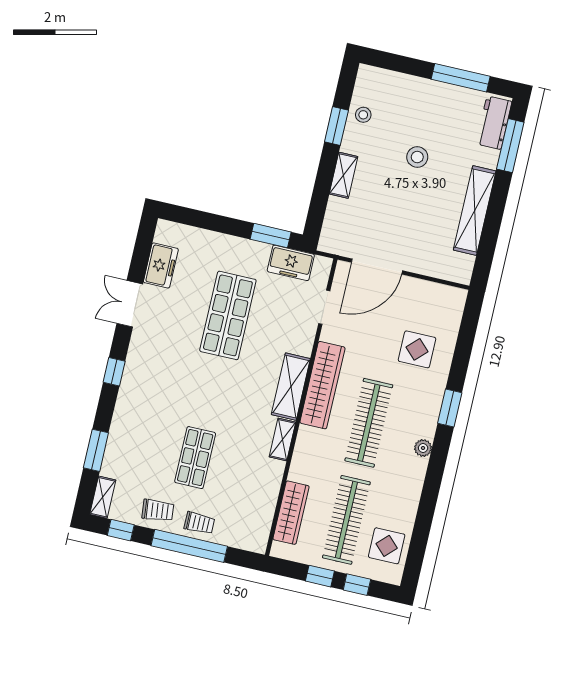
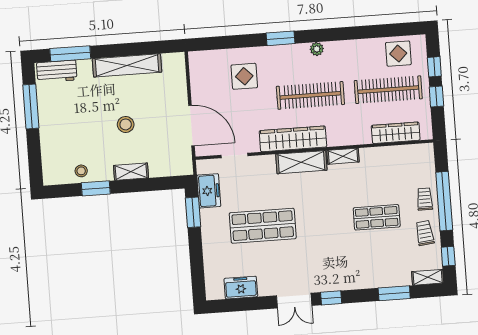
stool: (417, 157) -> (126, 124), moved
double door: (130, 304) -> (294, 301), moved

